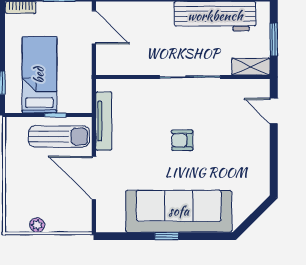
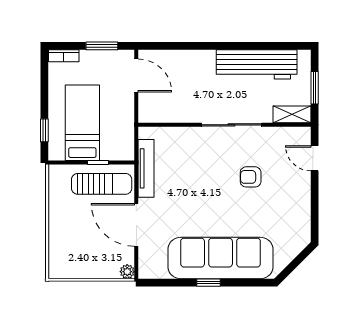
armchair: (182, 140) -> (251, 177), moved
plant: (37, 225) -> (127, 272), moved

